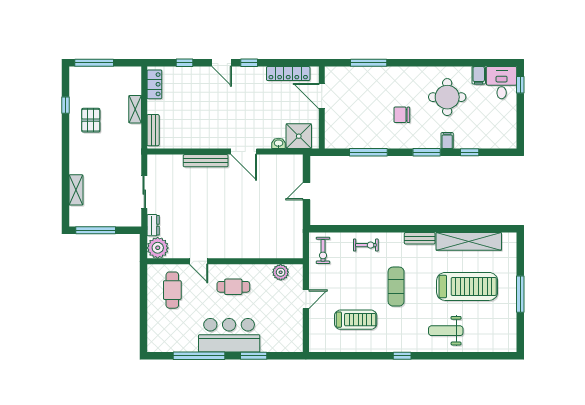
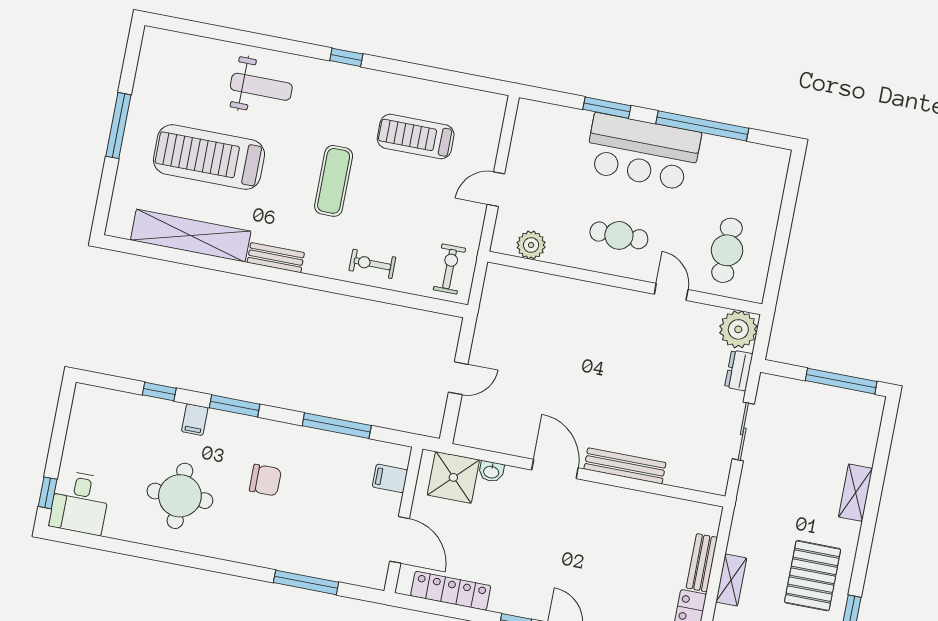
filing cabinet: (479, 75) -> (390, 478), moved, turned -90
pallet: (91, 120) -> (813, 576), width x1.50, depth x1.42
bench: (153, 130) -> (702, 563), moved
shelving: (76, 190) -> (855, 493), moved

